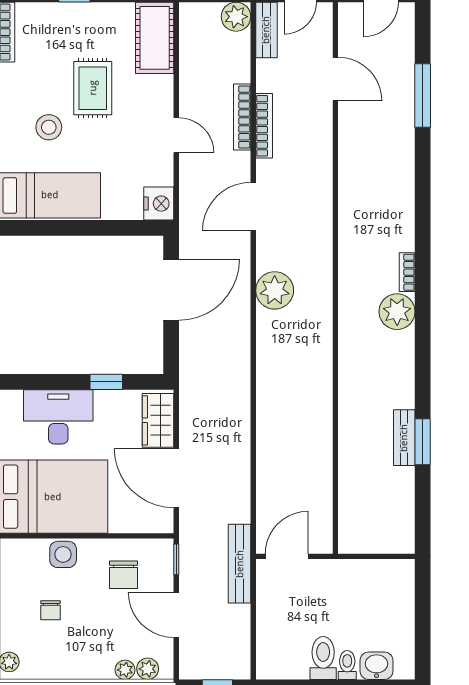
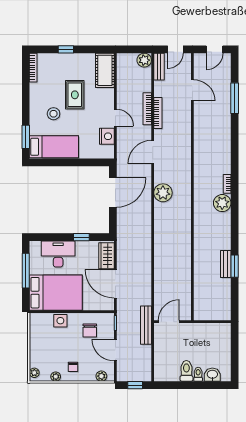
nightstand: (159, 204) -> (107, 136), moved
chair: (51, 610) -> (73, 367), moved
plant: (125, 670) -> (56, 377), moved

